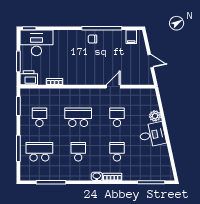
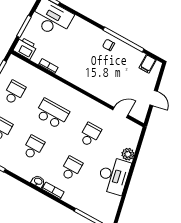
door: (113, 87) -> (120, 112), moved
desk: (152, 135) -> (114, 176), width x1.37

